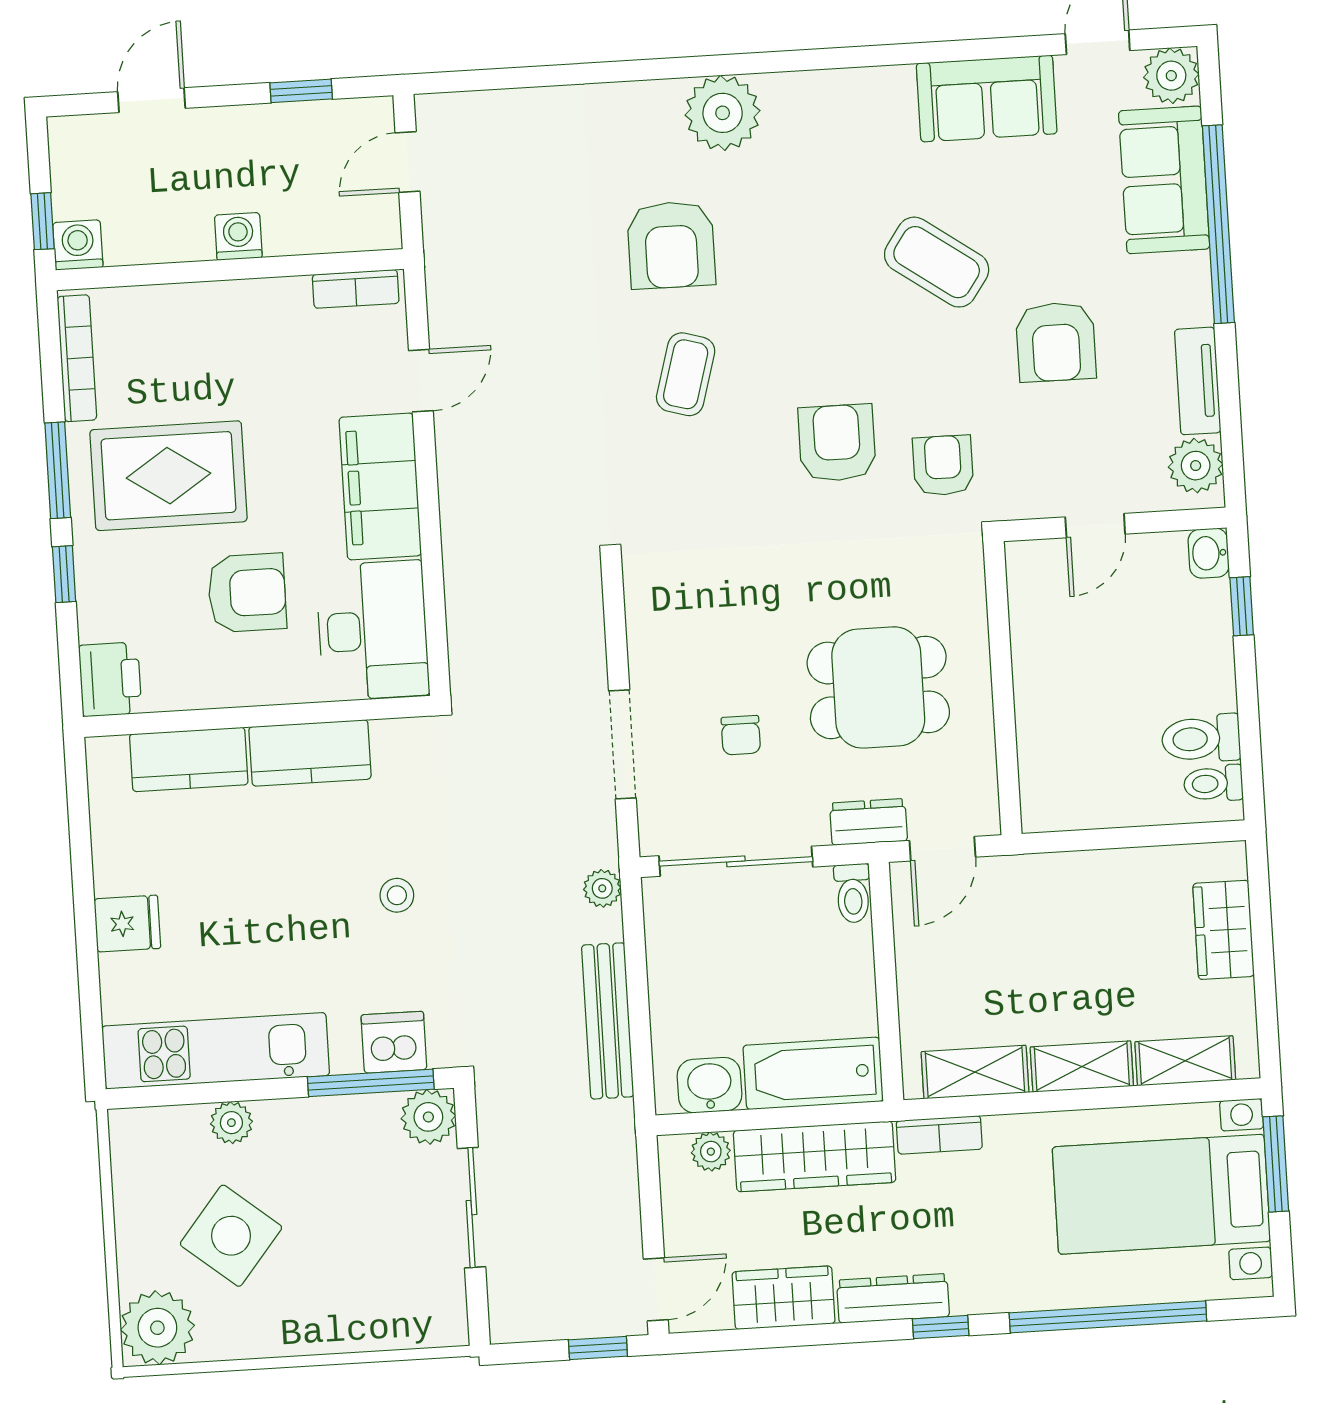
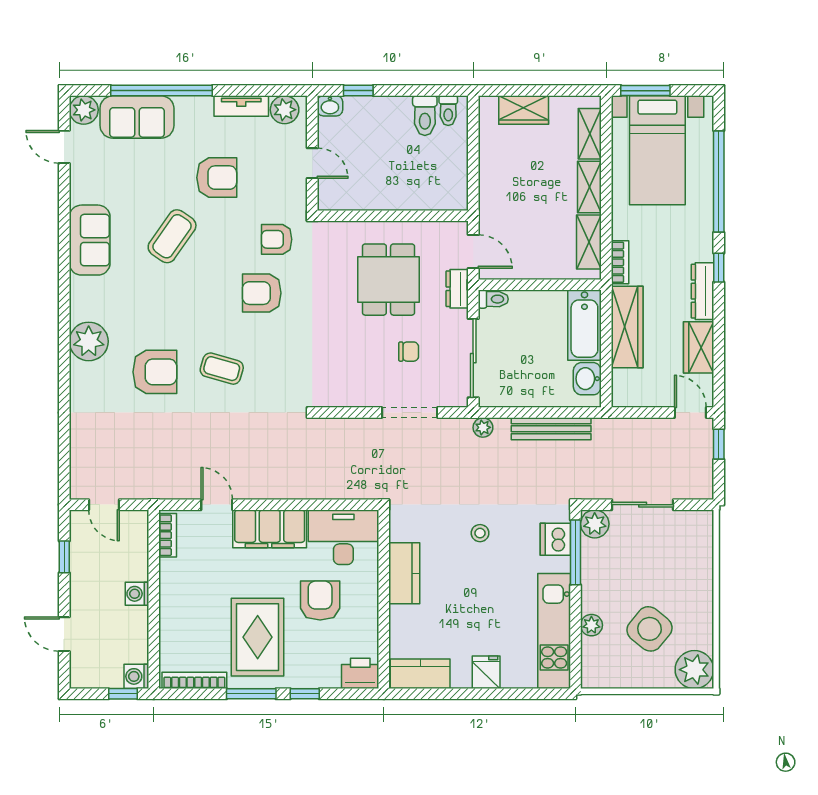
sofa: (987, 98) -> (90, 240), moved
kitchen counter: (189, 759) -> (420, 674), moved, turned -90
plant: (711, 1152) -> (621, 380), removed

